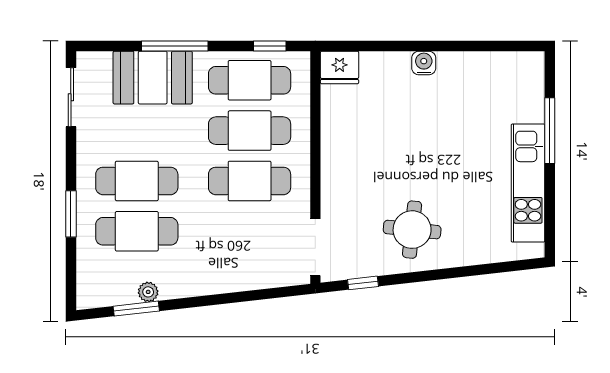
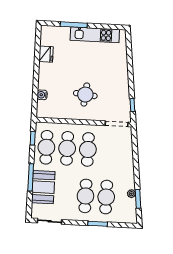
water cooler: (424, 63) -> (42, 95), moved
fridge: (340, 67) -> (46, 54), moved
round table: (412, 230) -> (85, 95), moved

